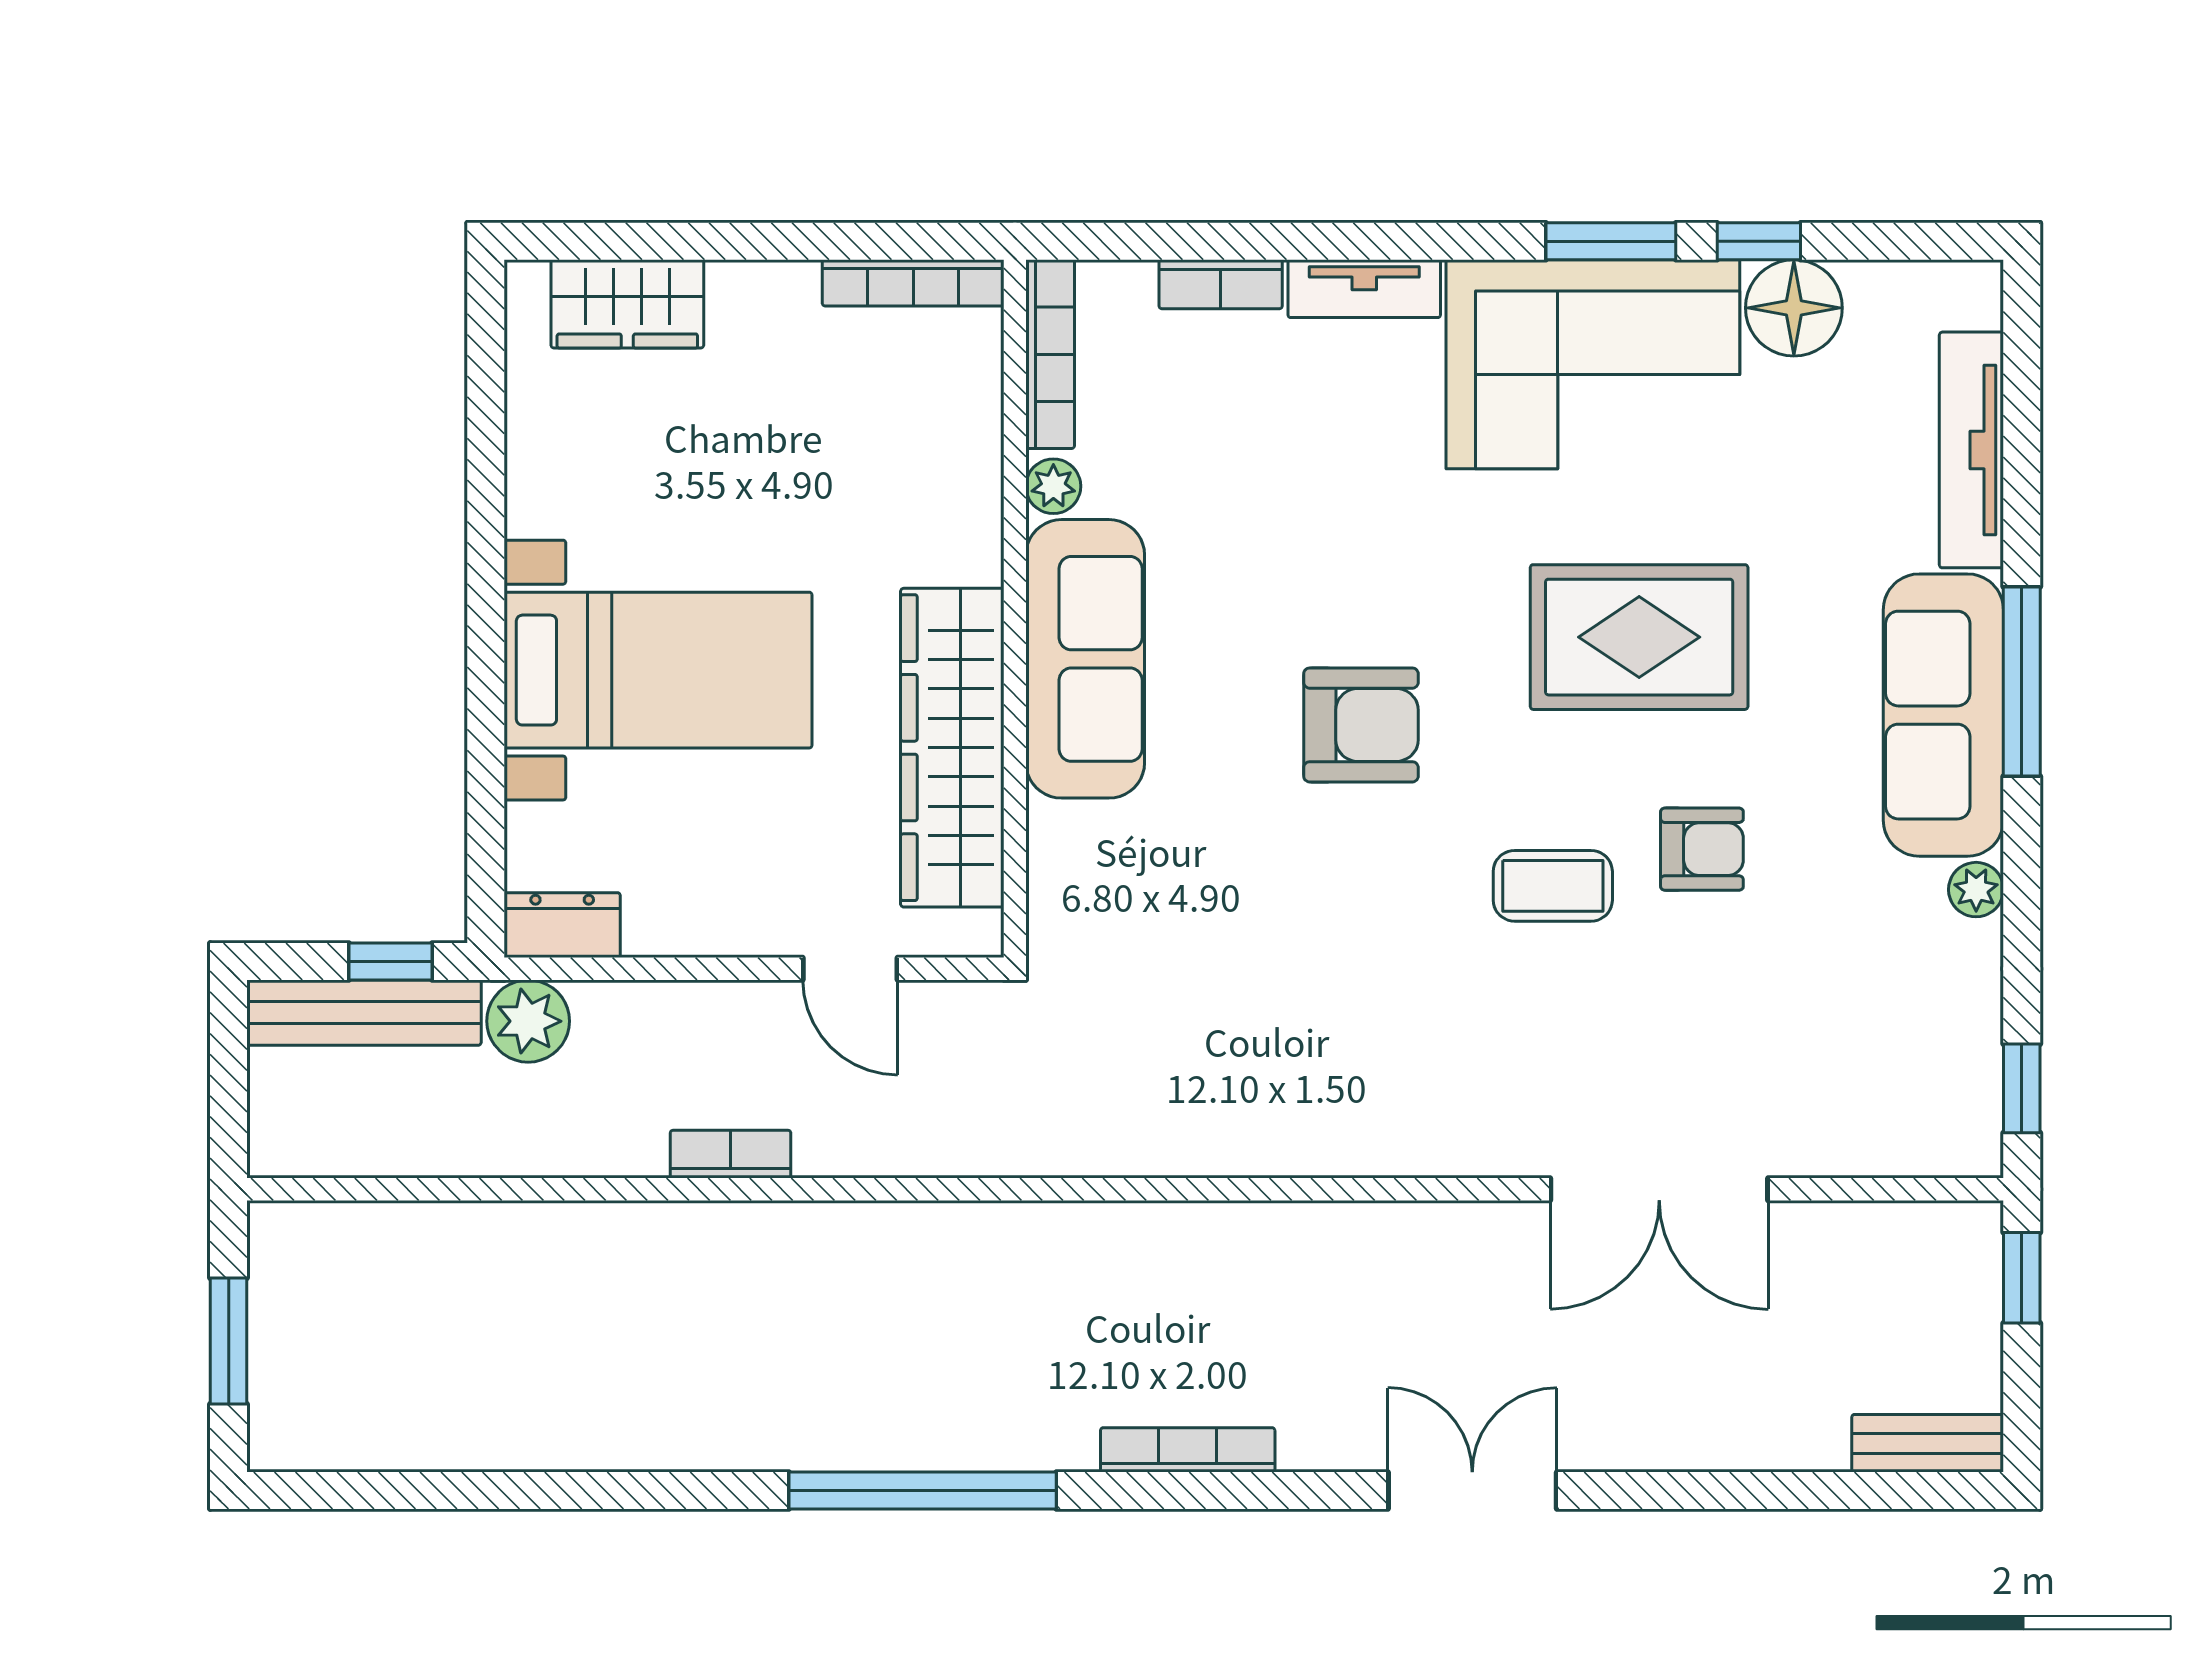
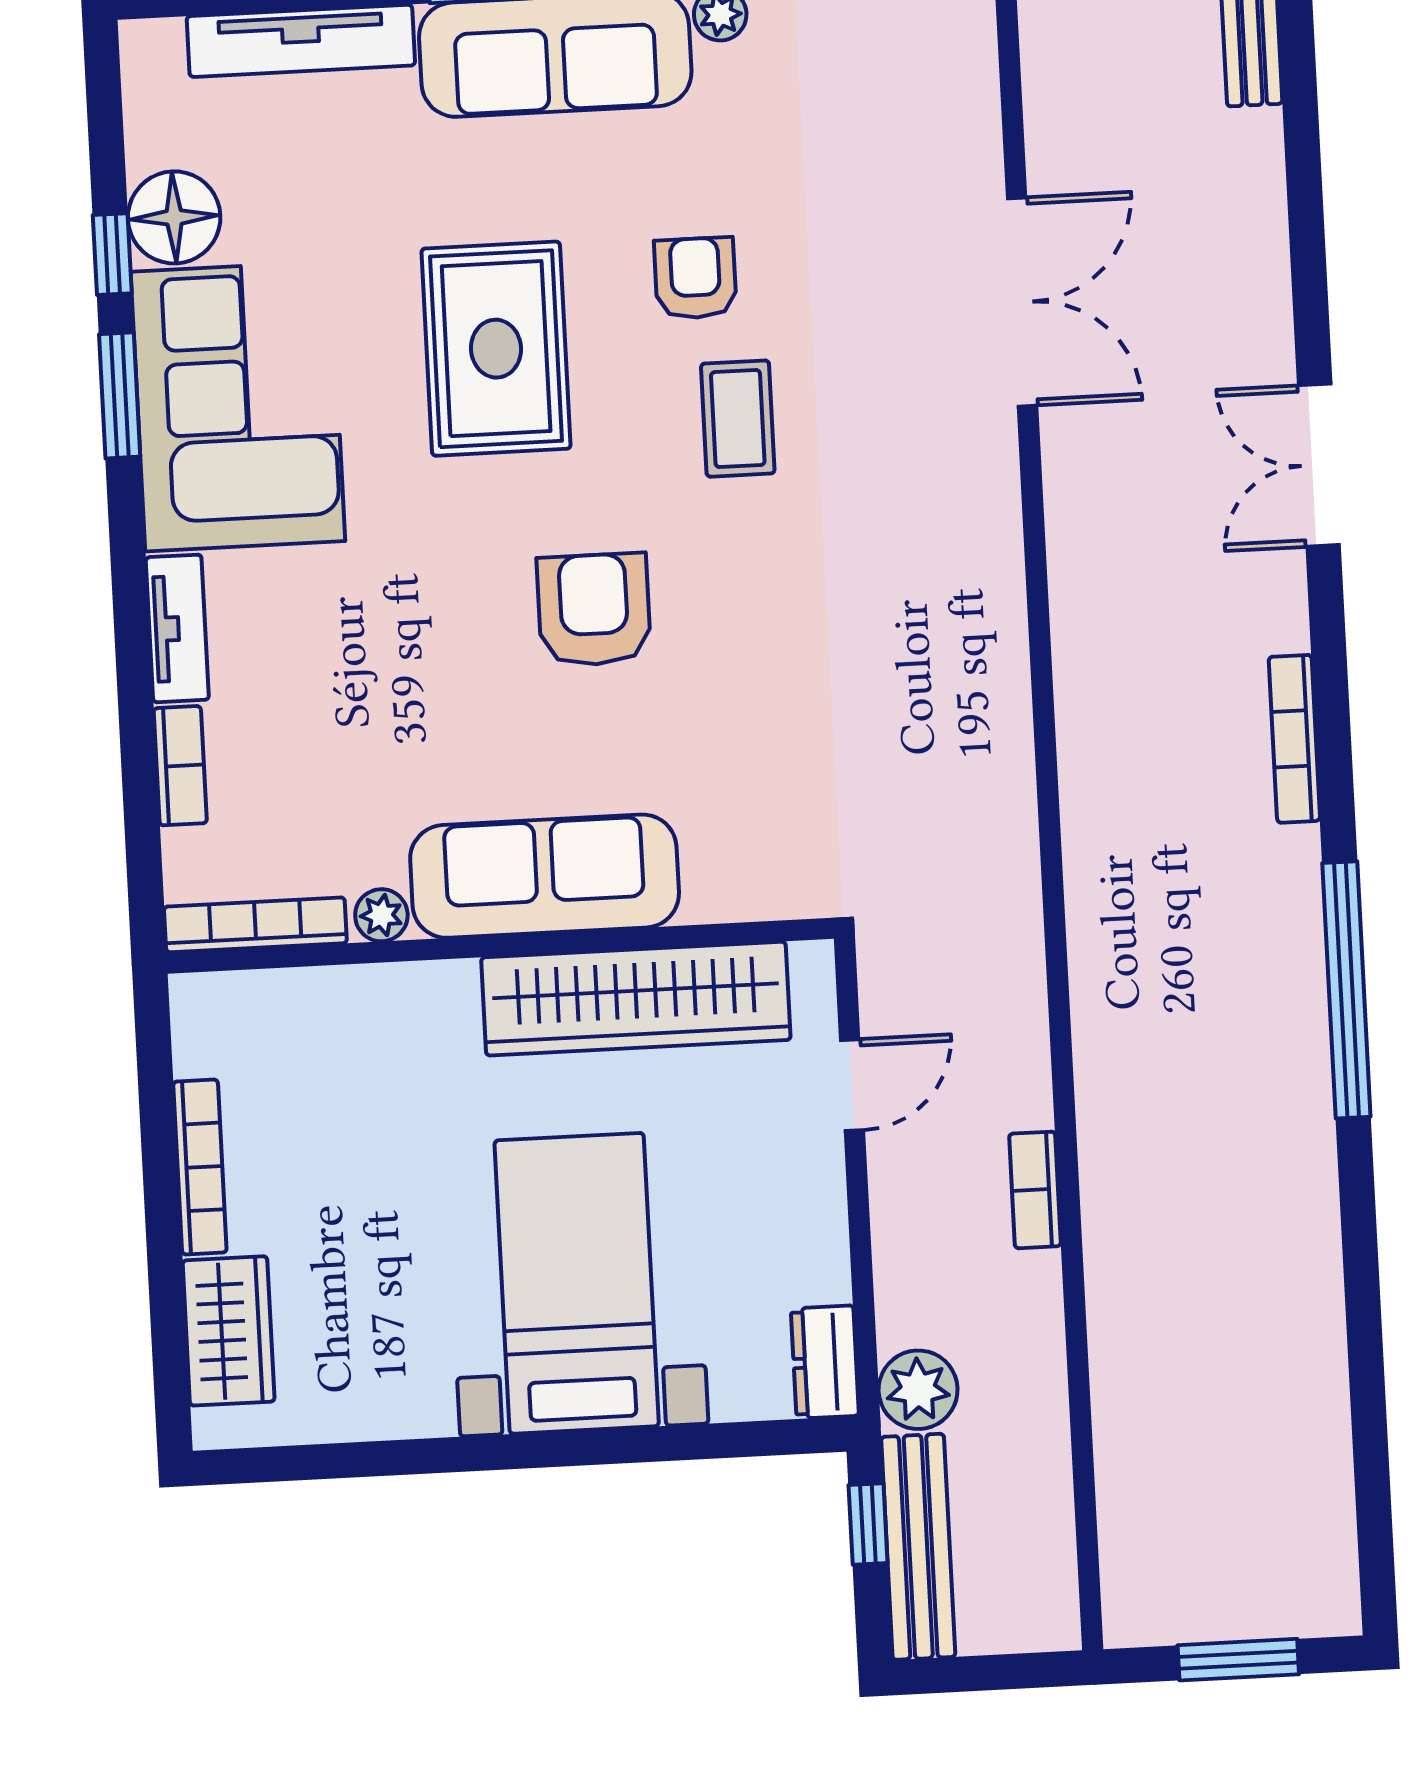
bookcase: (913, 283) -> (200, 1167), moved

